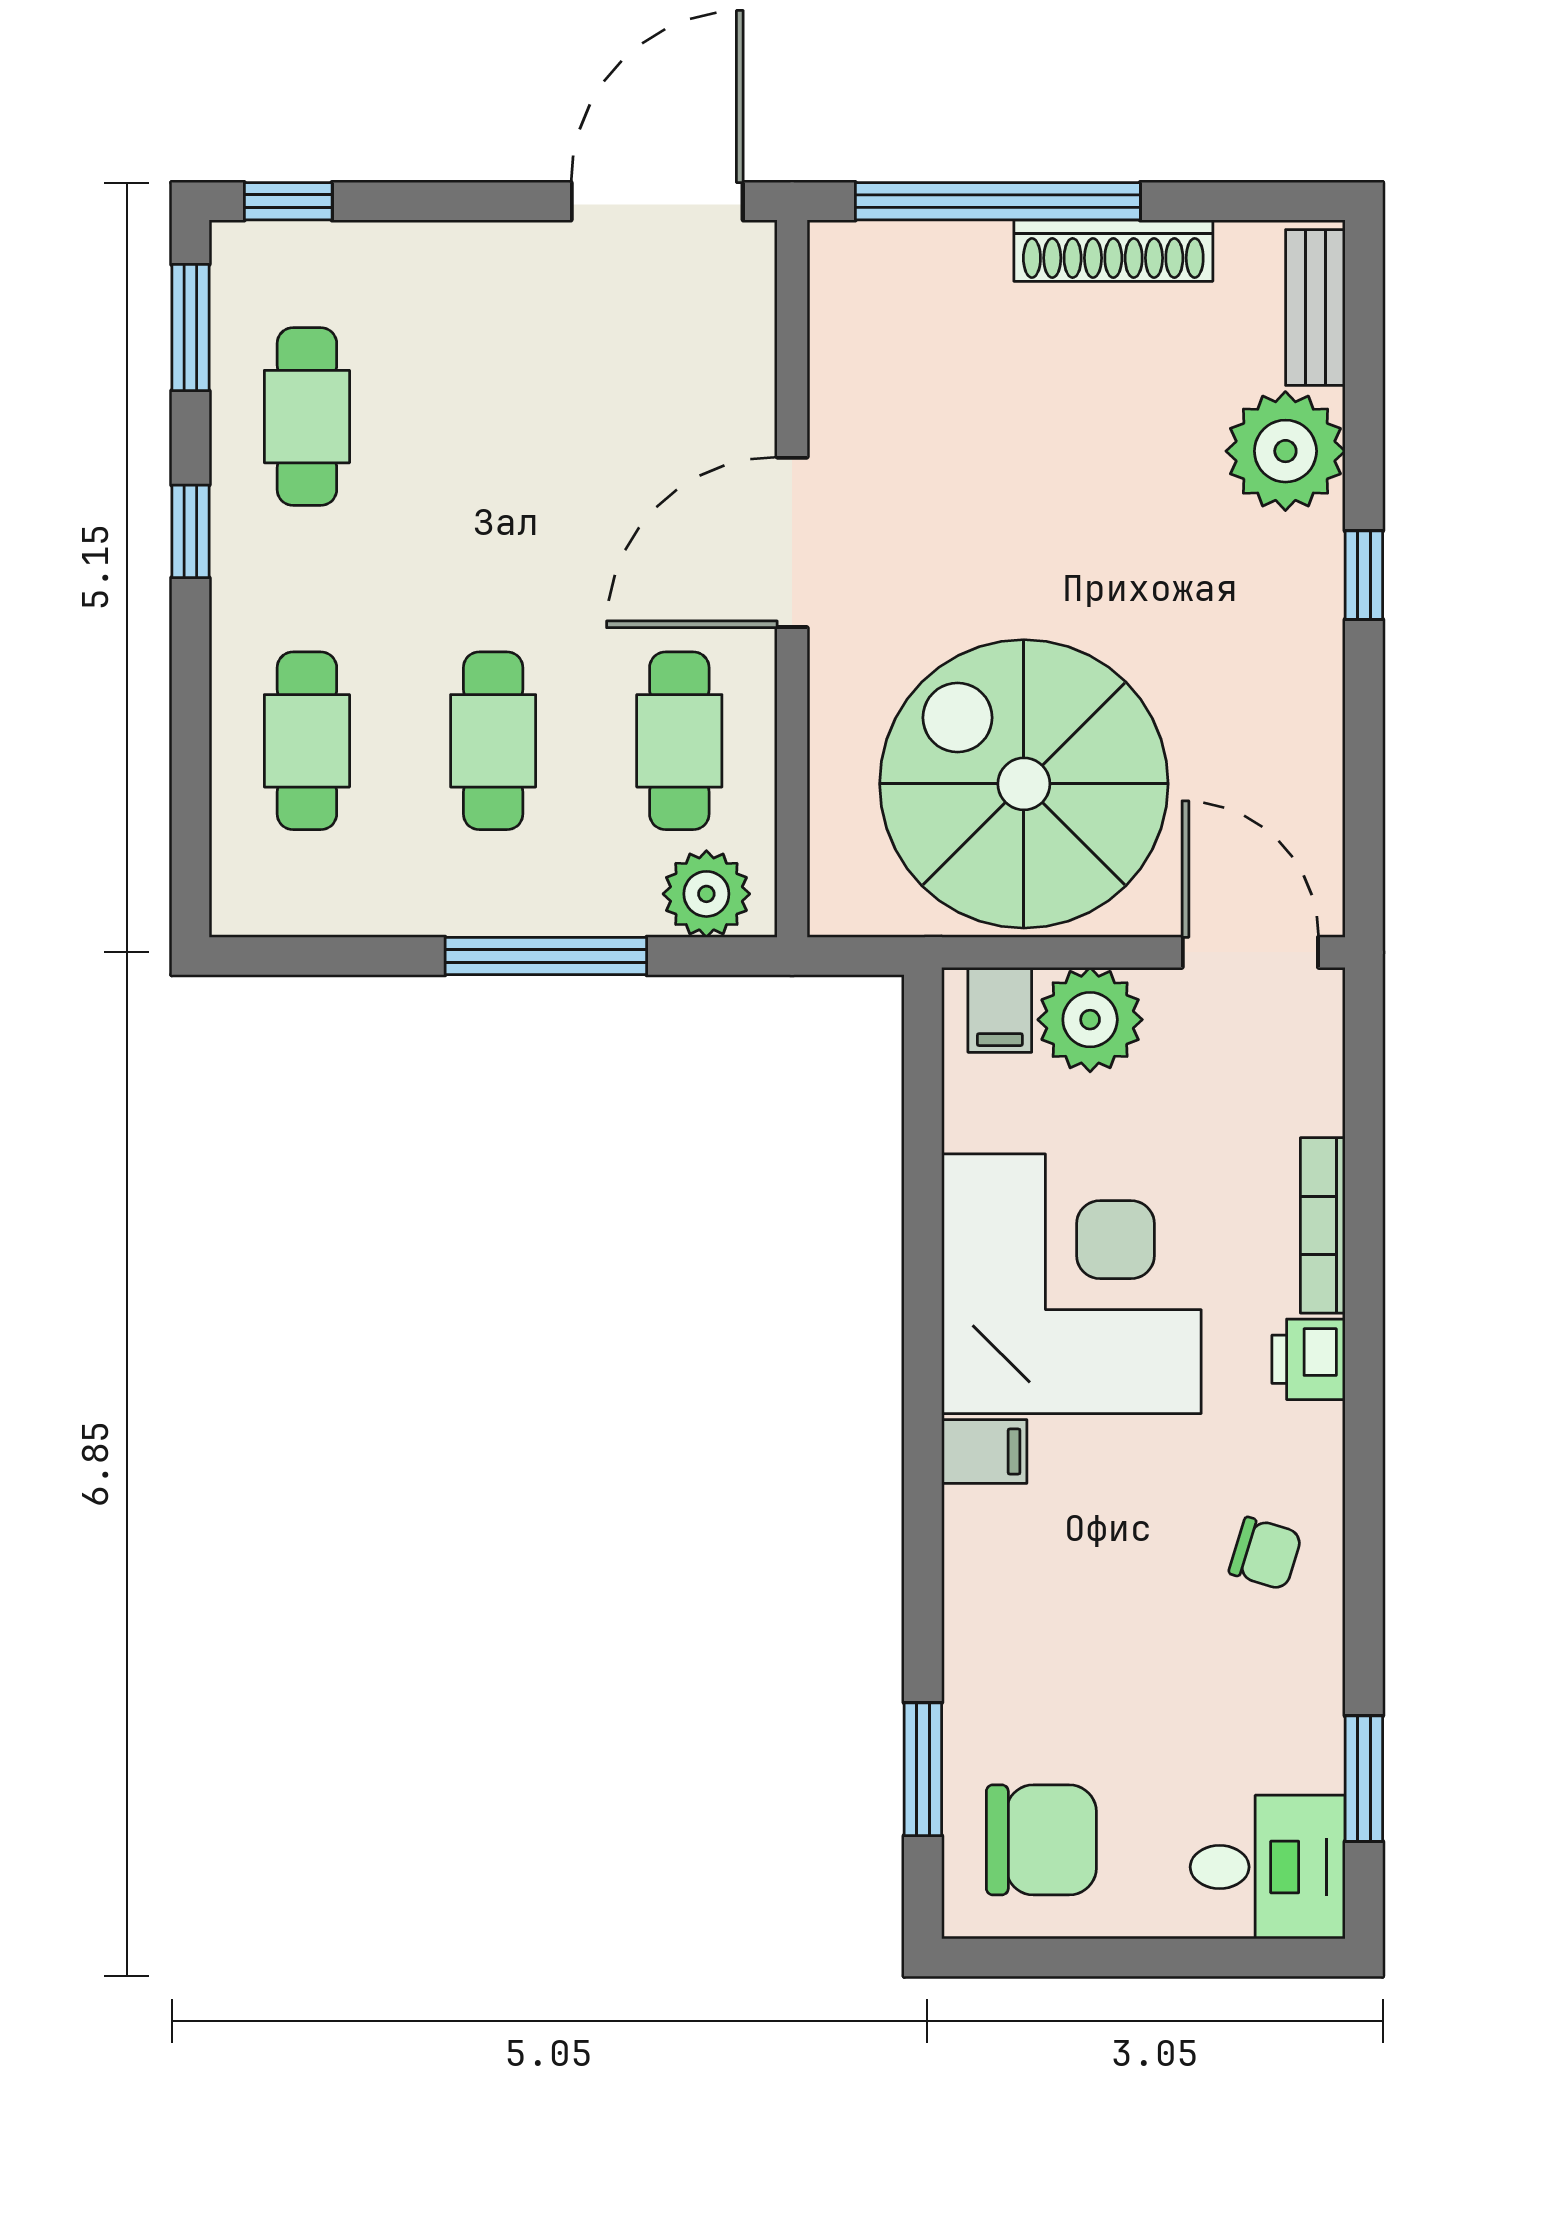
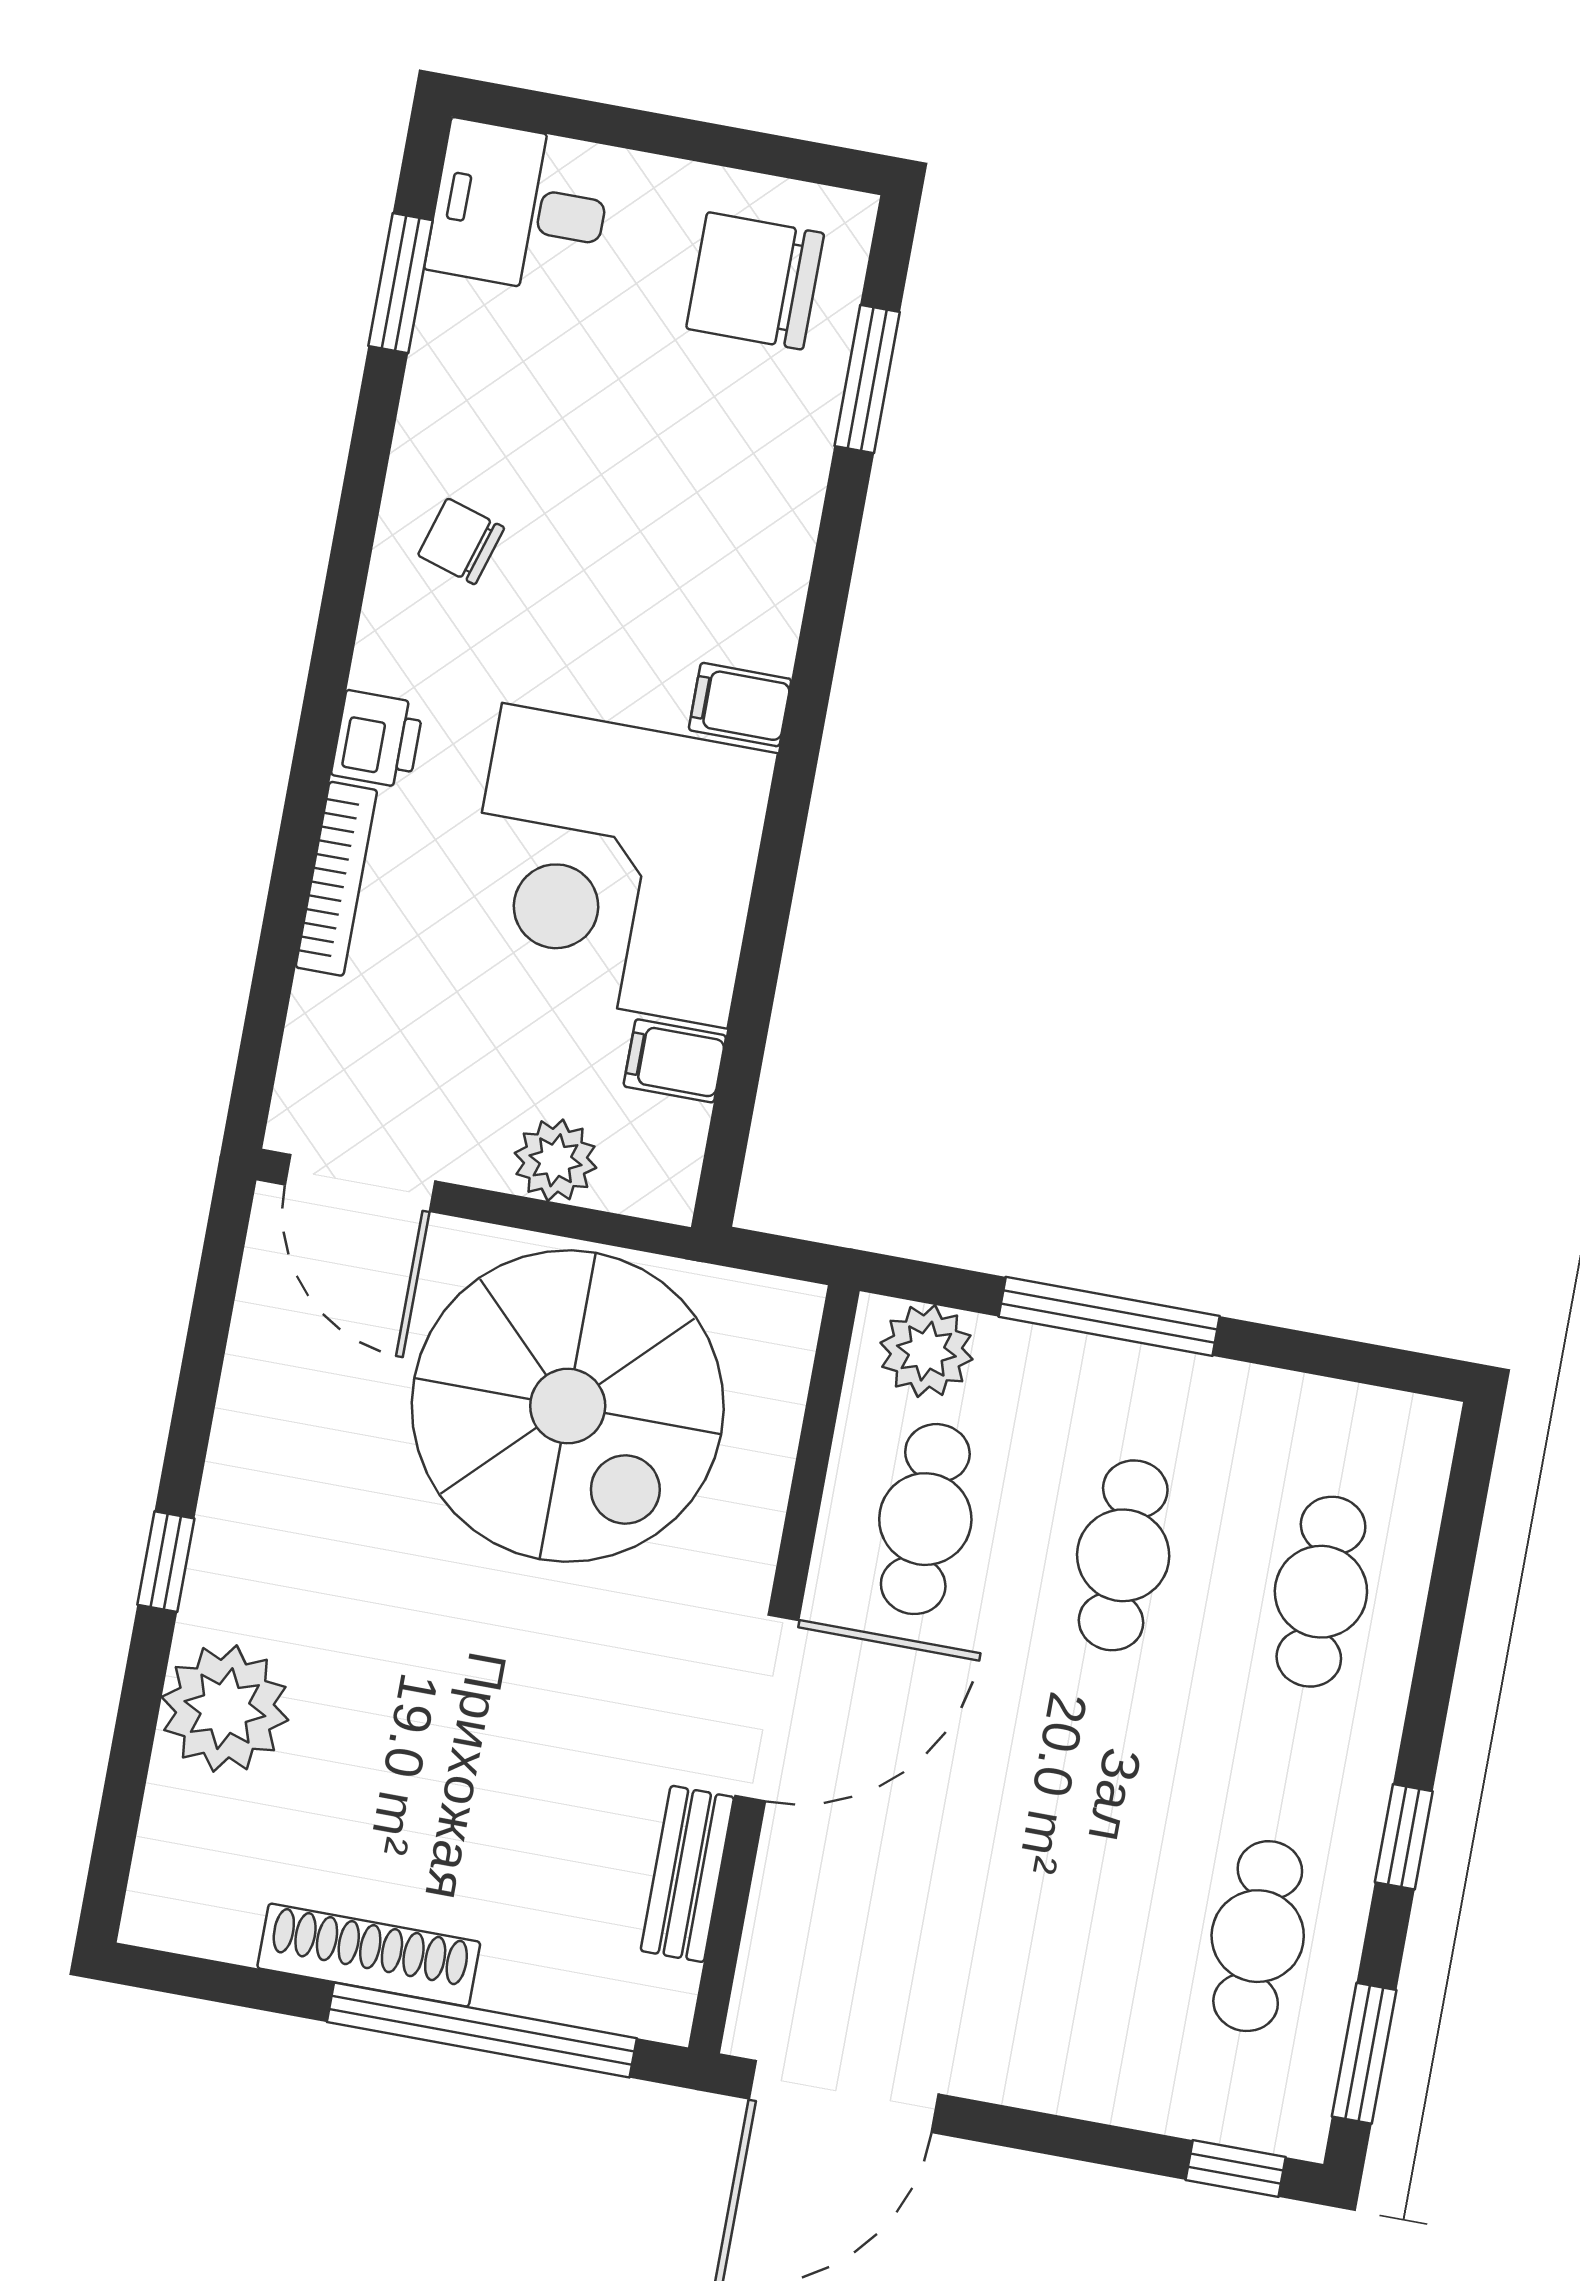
bench: (1315, 307) -> (687, 1874), moved
filing cabinet: (1000, 1010) -> (675, 1061), moved, turned -90
plant: (1090, 1020) -> (555, 1160), width x0.73, depth x0.73

